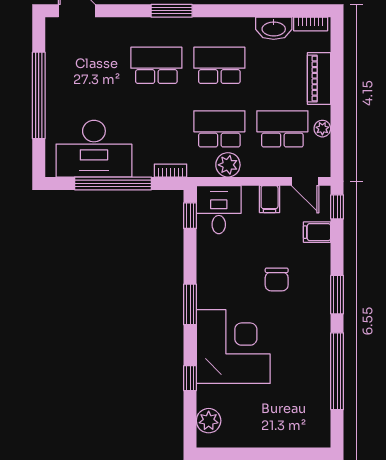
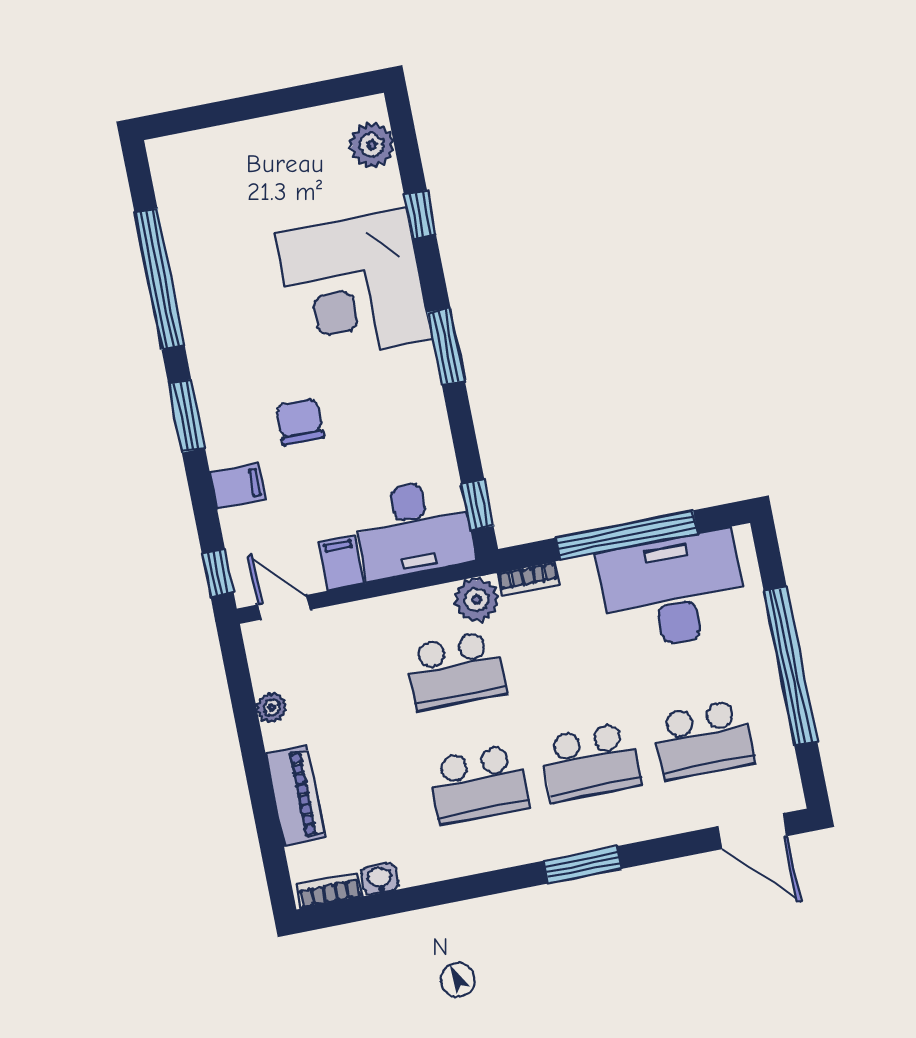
washbasin: (274, 28) -> (380, 879), width x0.52, depth x0.69
school desk: (282, 129) -> (704, 740), moved
plant: (228, 165) -> (477, 600), moved
desk: (219, 210) -> (413, 529), width x1.37
filing cabinet: (317, 232) -> (238, 486), moved

